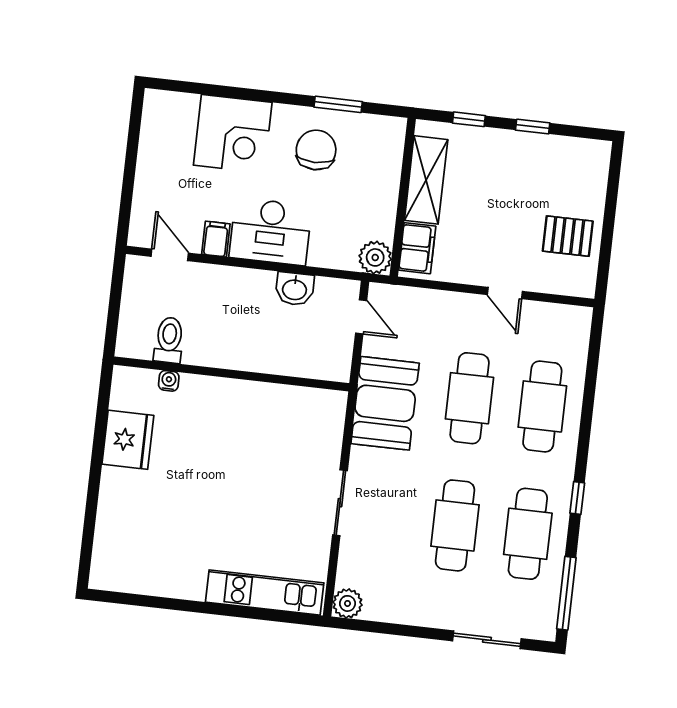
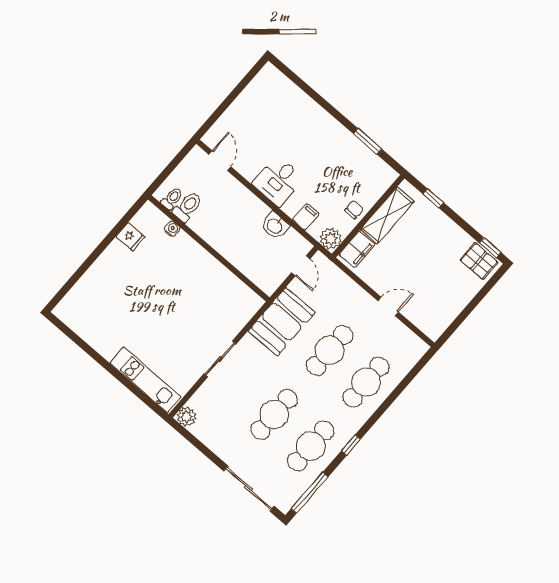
window: (533, 127) -> (490, 248), moved
corner desk: (233, 134) -> (299, 118), removed
chair: (316, 150) -> (354, 210), moved, width x0.54, depth x0.54
desk: (270, 232) -> (278, 181), width x0.73
pallet: (568, 236) -> (479, 261), moved
filing cabinet: (216, 239) -> (306, 217), moved
door: (505, 293) -> (388, 306), swing flipped
toilet: (143, 343) -> (172, 198), added
fridge: (128, 440) -> (131, 237), width x0.53, depth x0.75
sliding door: (487, 640) -> (249, 489), width x1.37

